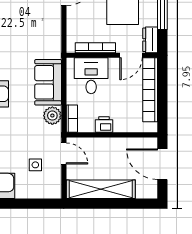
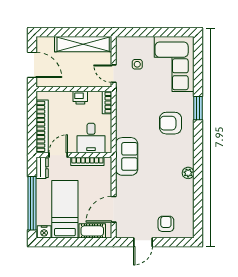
sofa: (48, 82) -> (127, 156), moved
plant: (52, 116) -> (123, 105), removed

